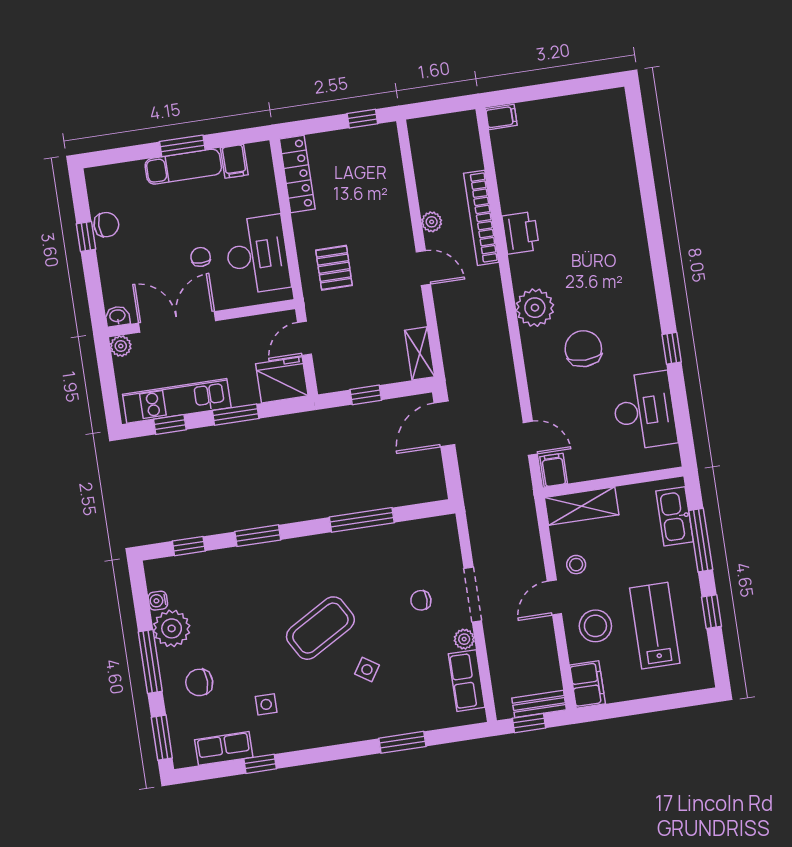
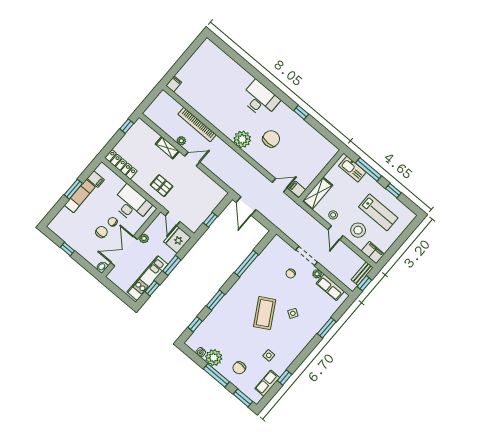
chair: (106, 225) -> (102, 232), moved
printer: (521, 233) -> (215, 118), removed
plant: (121, 346) -> (144, 238), moved
chair: (583, 349) -> (271, 139), turned 90
shelving: (420, 353) -> (167, 148), moved
desk: (644, 411) -> (260, 99), moved
lab bench: (655, 626) -> (378, 212), turned 180

